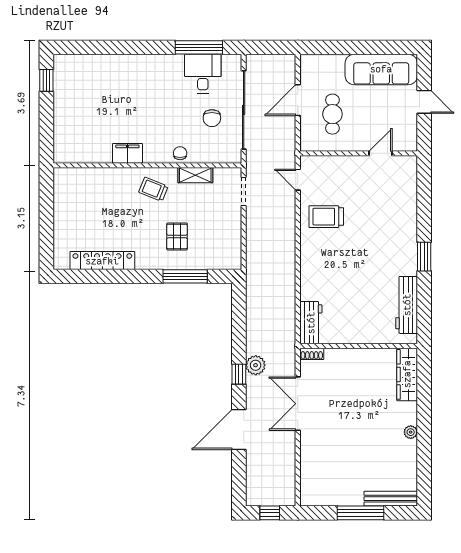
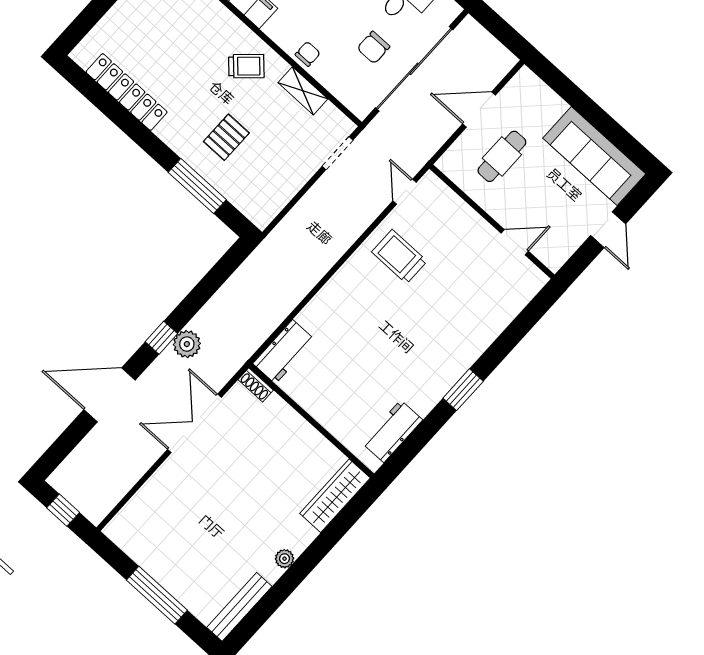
trolley: (153, 189) -> (246, 66), turned 115
workbench: (407, 305) -> (392, 431), width x0.73
bench: (391, 499) -> (239, 607), moved, turned 90

